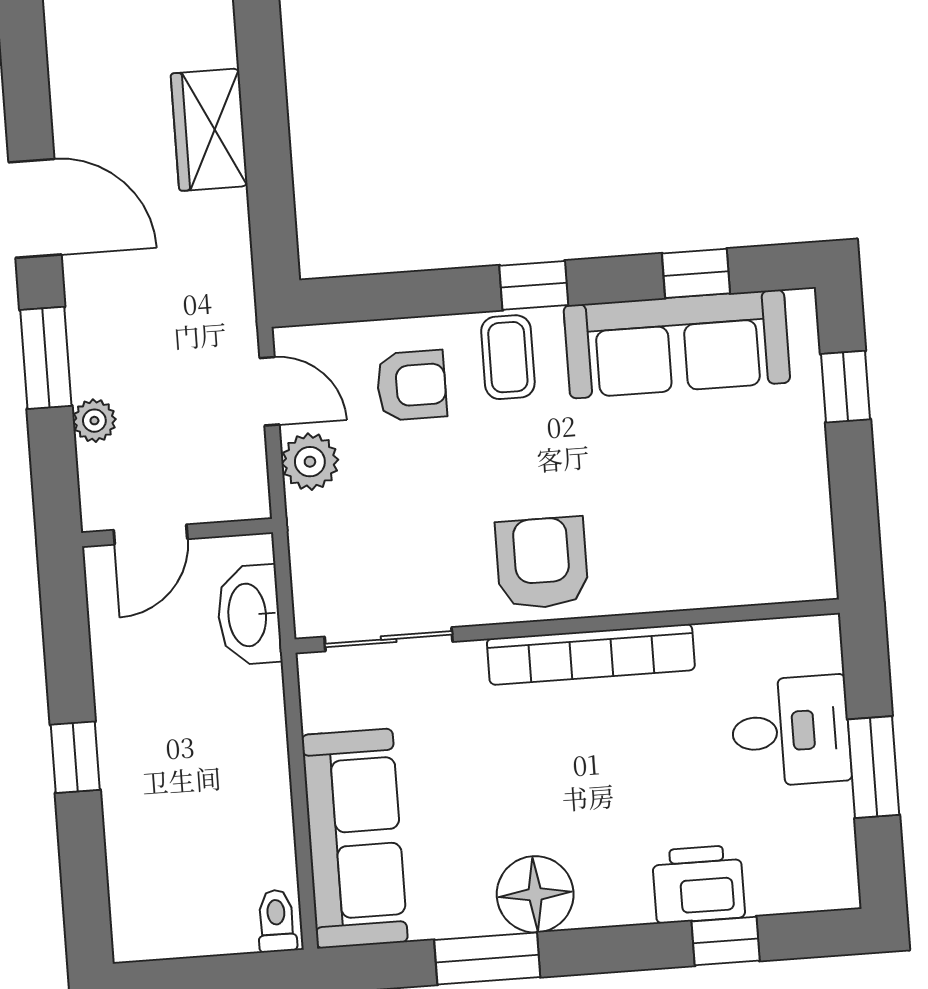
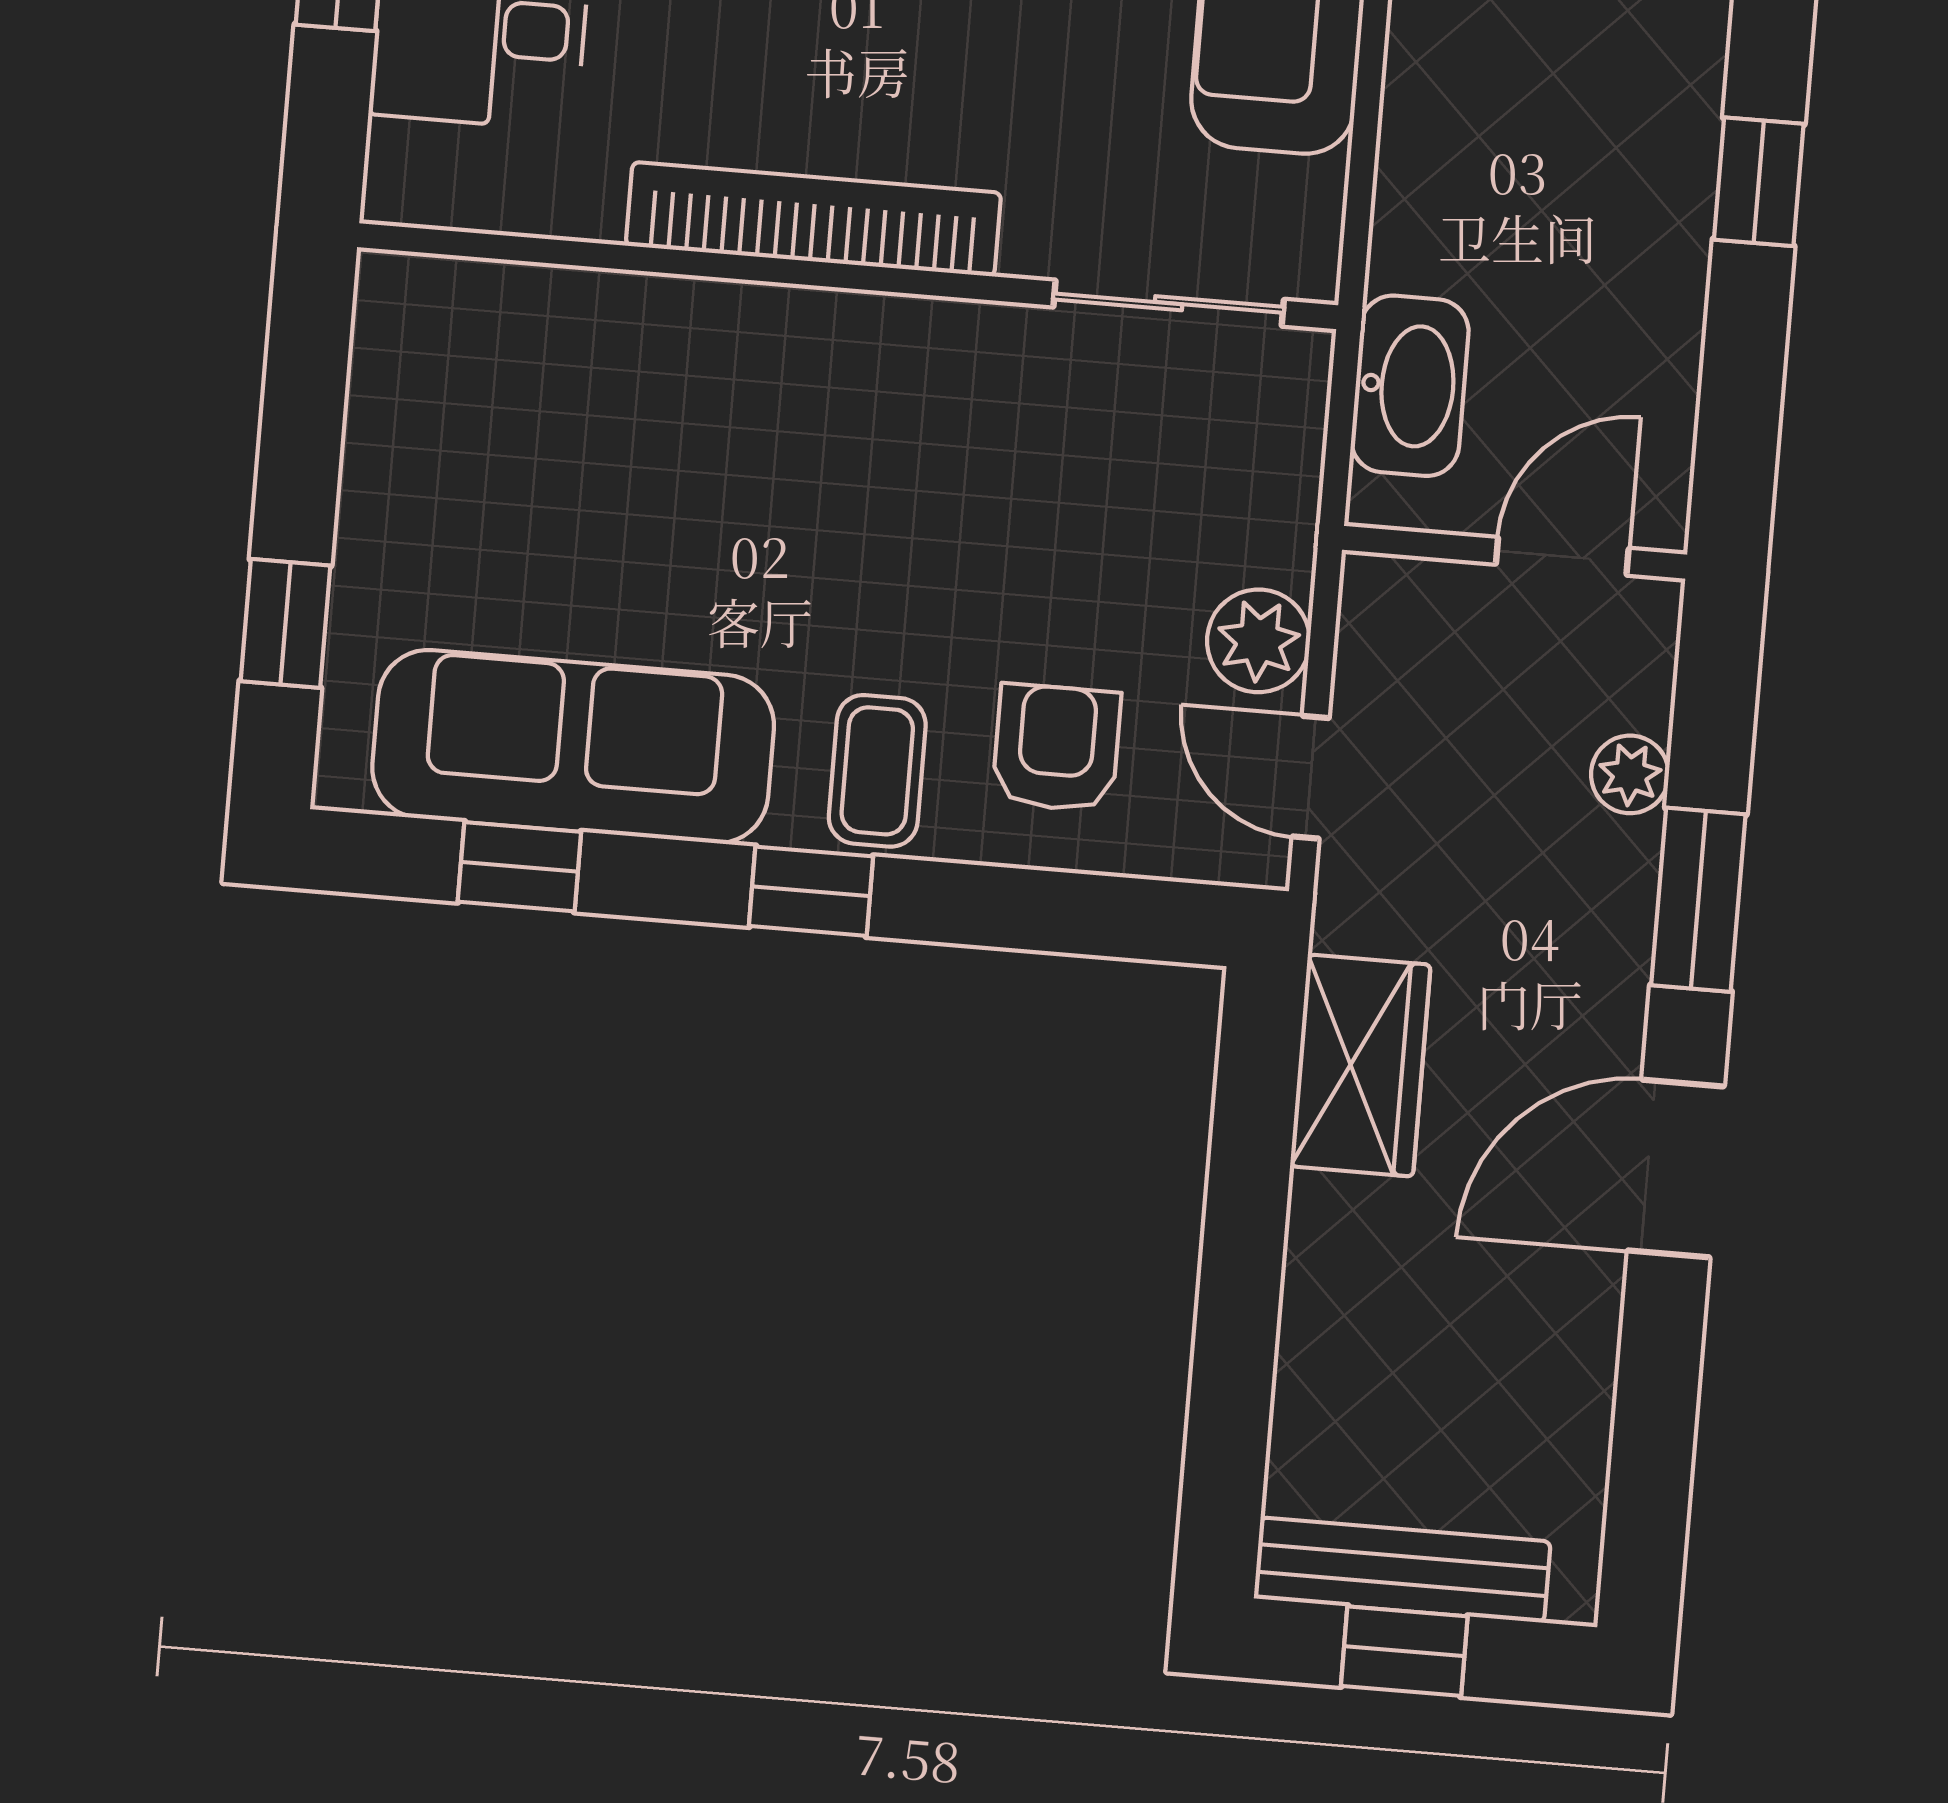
wardrobe: (209, 130) -> (1360, 1066), moved
door: (35, 208) -> (1676, 1168), hinge flipped
armchair: (411, 385) -> (1057, 748), turned 90
armchair: (542, 563) -> (875, 396), removed

